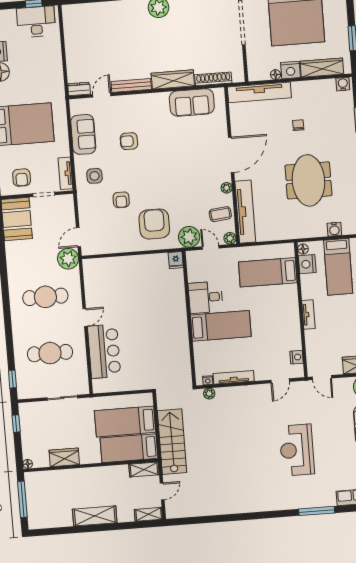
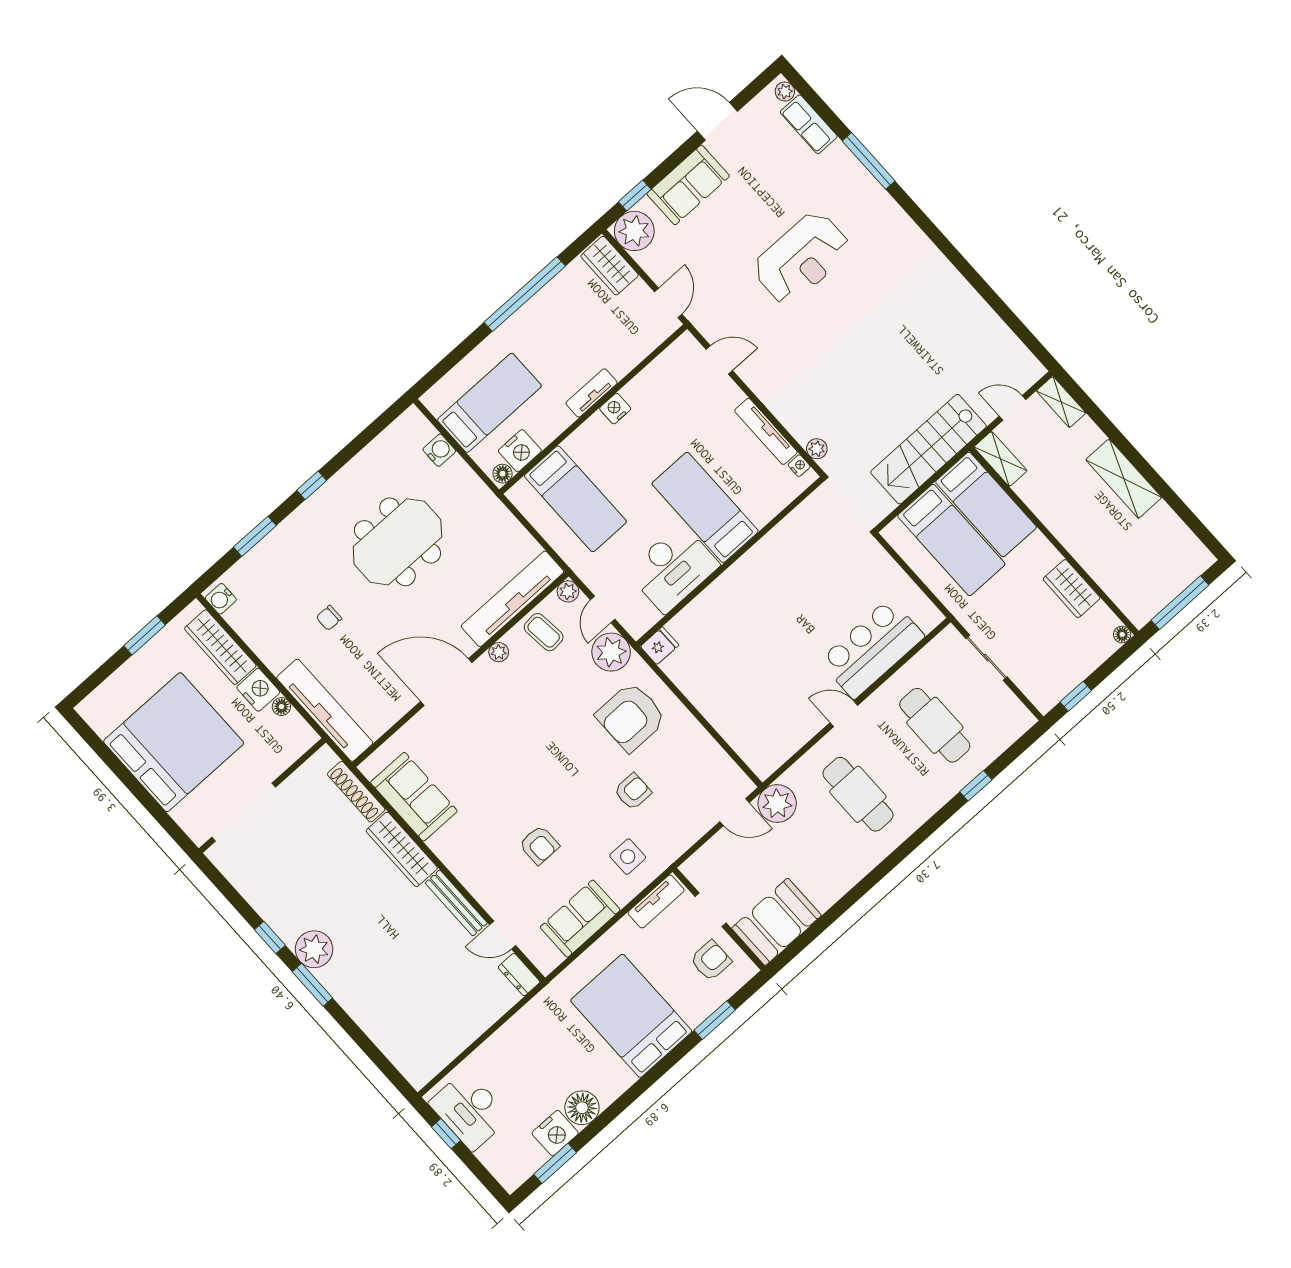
desk: (206, 297) -> (673, 568), width x1.37
nightstand: (297, 357) -> (615, 409), moved
window: (12, 379) -> (976, 786), moved

